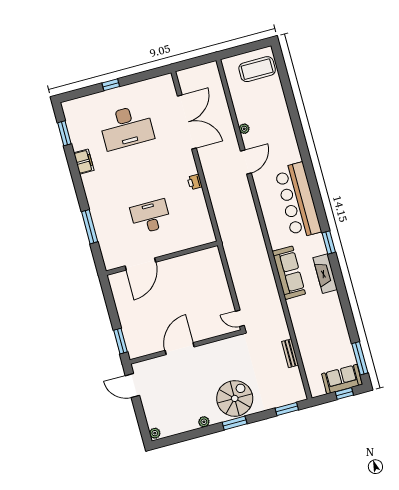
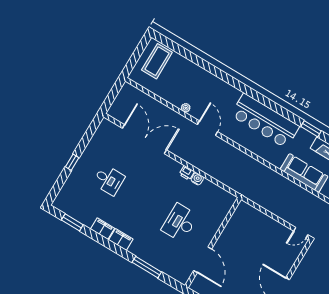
desk: (126, 127) -> (109, 180), width x0.53, depth x0.77
filing cabinet: (90, 184) -> (121, 240), added
water cooler: (198, 195) -> (197, 179), added

